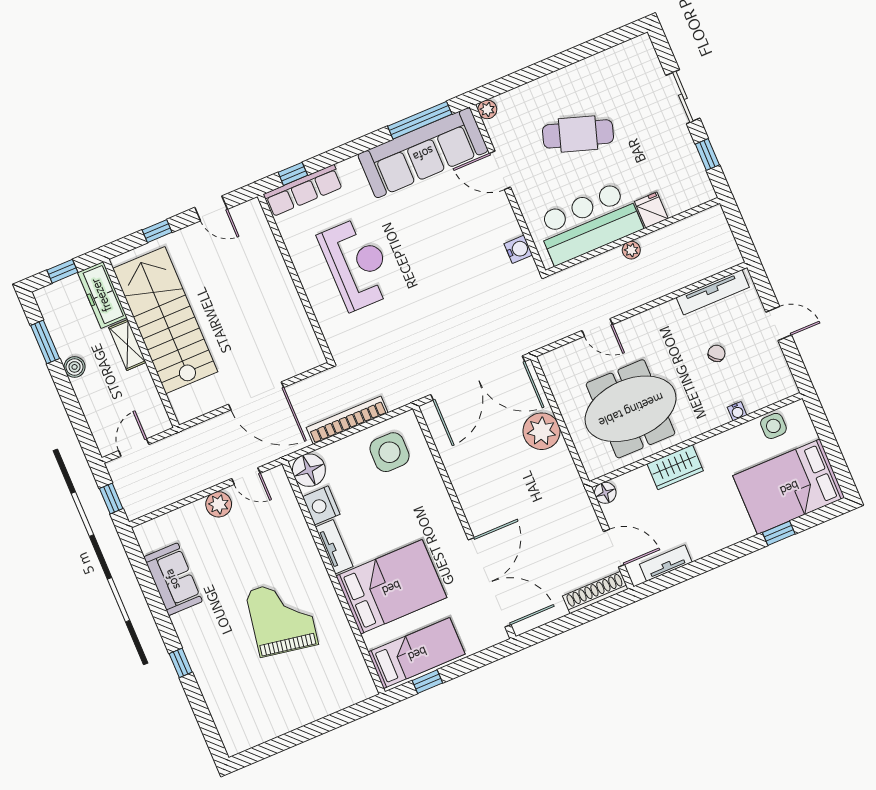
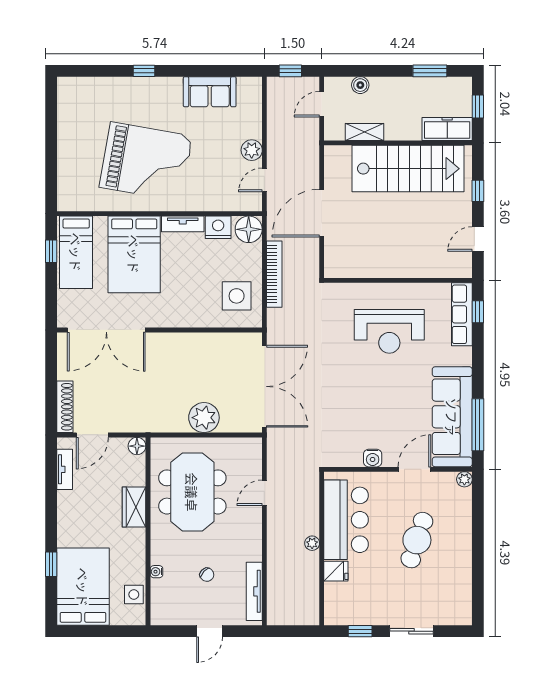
water cooler: (518, 249) -> (373, 458), moved
shelving: (127, 345) -> (365, 132), moved
boiler: (75, 367) -> (360, 85), moved
double door: (478, 378) -> (264, 386), swing flipped
door: (134, 448) -> (322, 104), swing flipped
grand piano: (282, 618) -> (146, 162), width x1.37, depth x1.48

